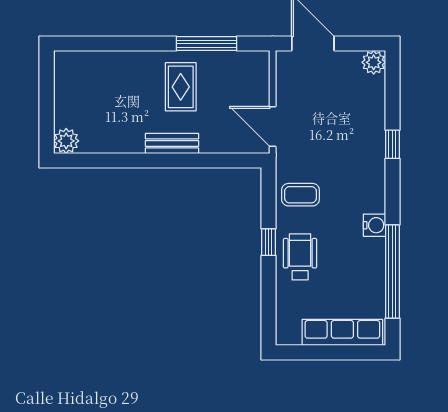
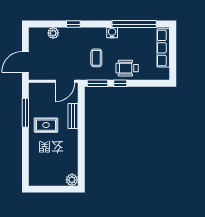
plant: (374, 62) -> (53, 33), moved
bench: (172, 143) -> (73, 116), moved
window: (269, 195) -> (97, 83), added
coffee table: (300, 195) -> (96, 58), moved

